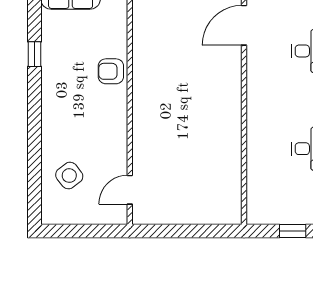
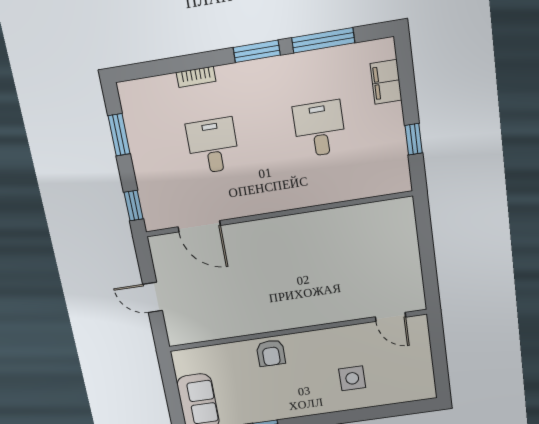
side table: (69, 176) -> (352, 378), moved, turned 38

